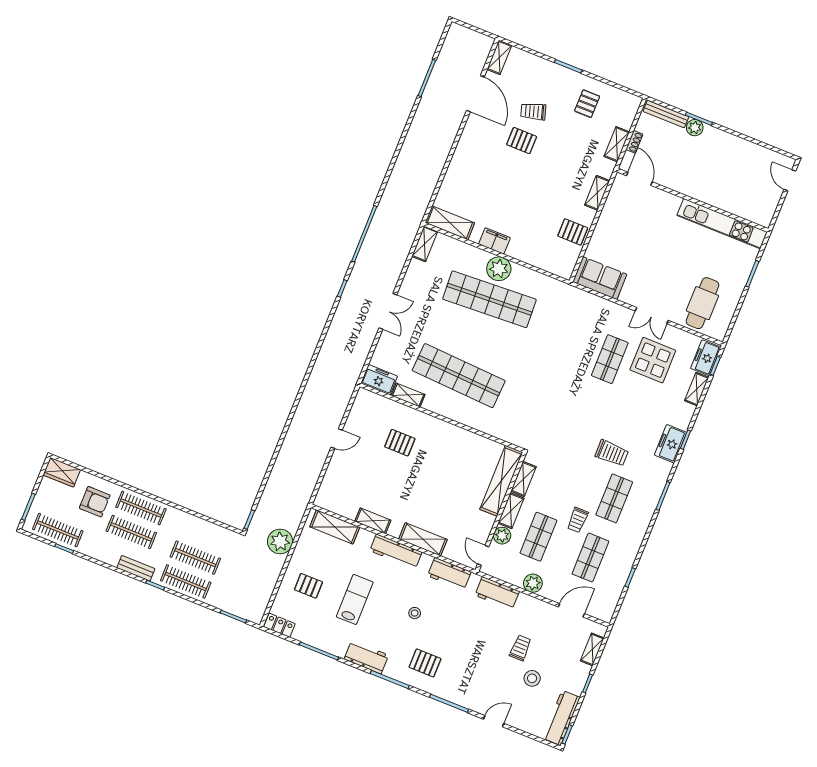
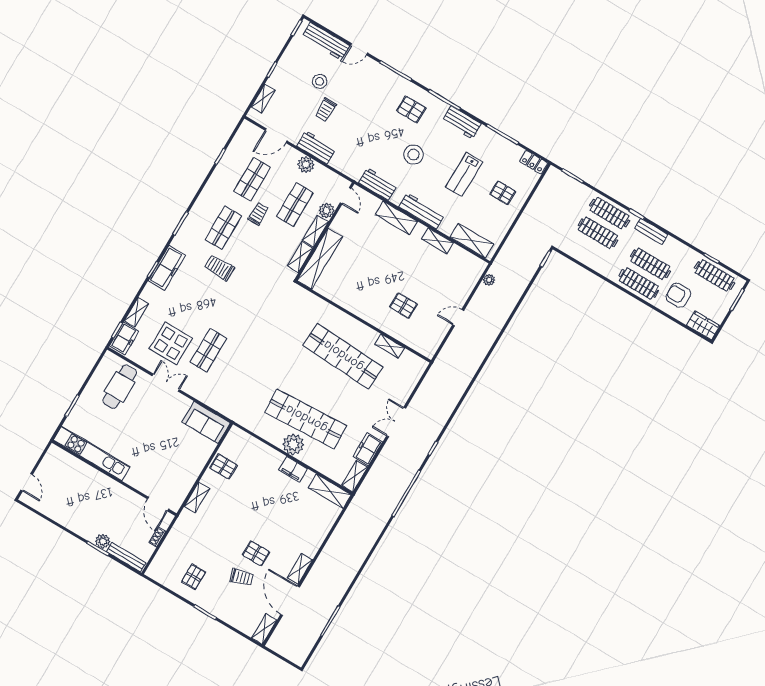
shelving: (617, 144) -> (300, 569), moved
freezer: (379, 380) -> (368, 449), moved, turned 90
freezer: (671, 444) -> (167, 268), width x1.40
plant: (280, 542) -> (489, 280), moved, width x0.53, depth x0.53
workbench: (497, 593) -> (316, 147), moved
stool: (415, 613) -> (413, 155), width x1.89, depth x1.89
workbench: (561, 718) -> (326, 41), moved, turned 90

